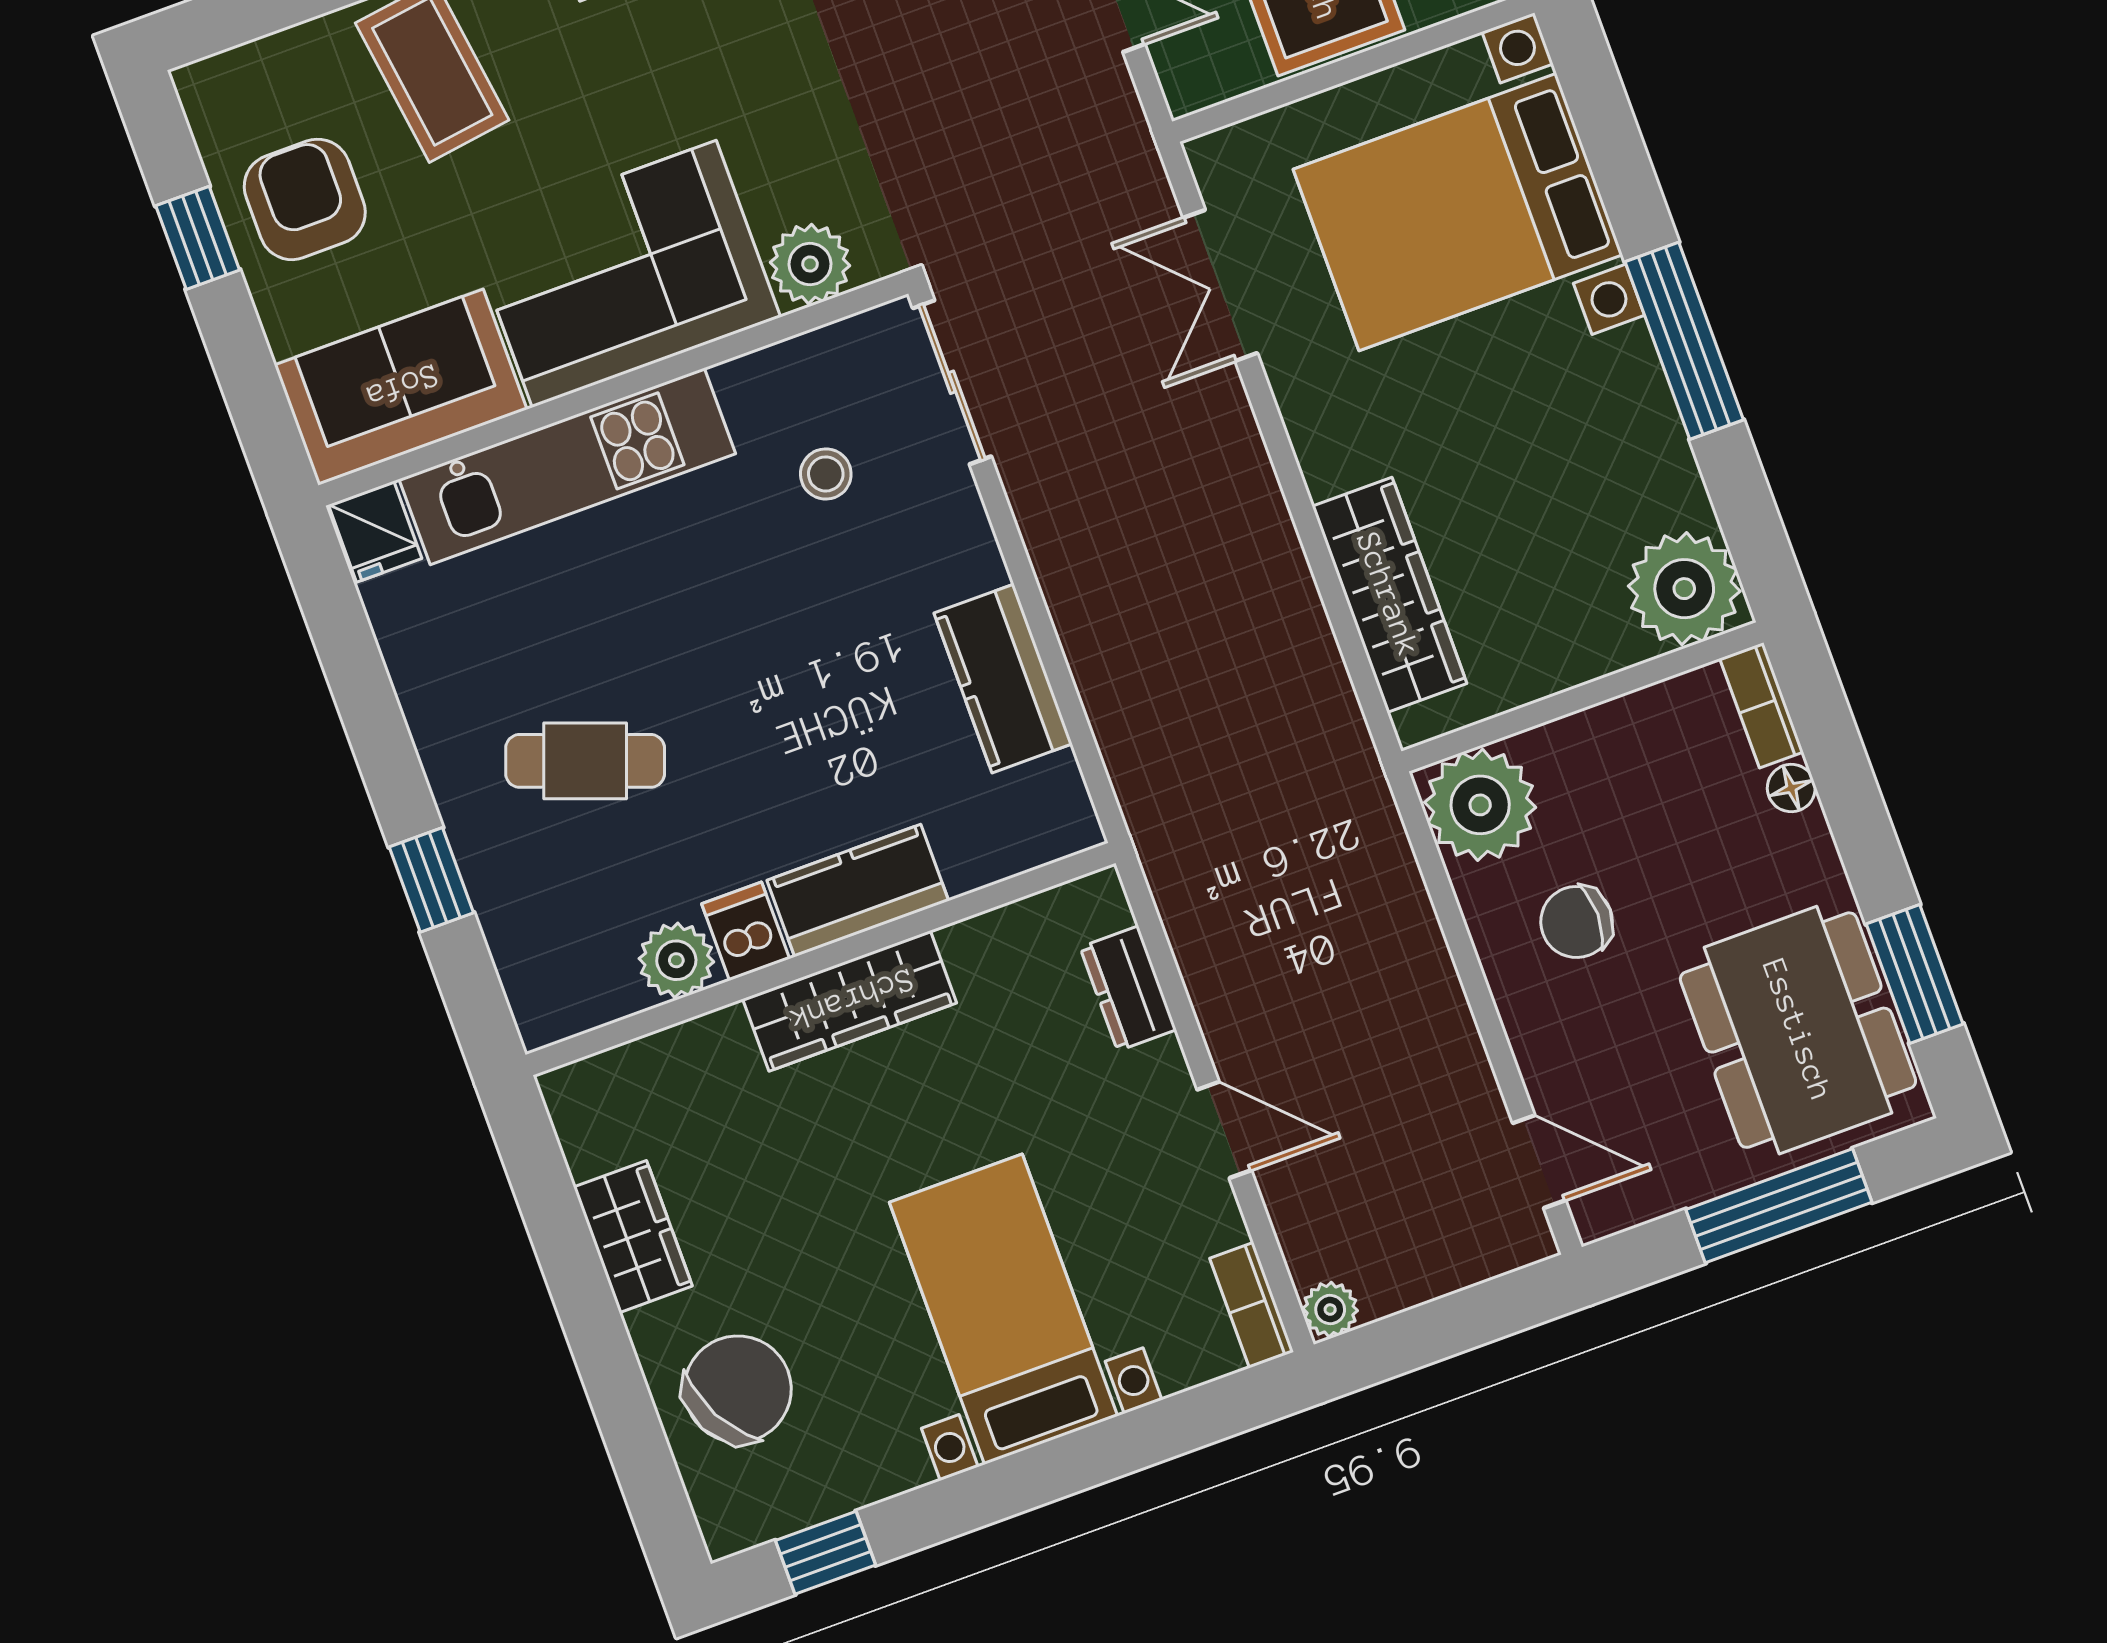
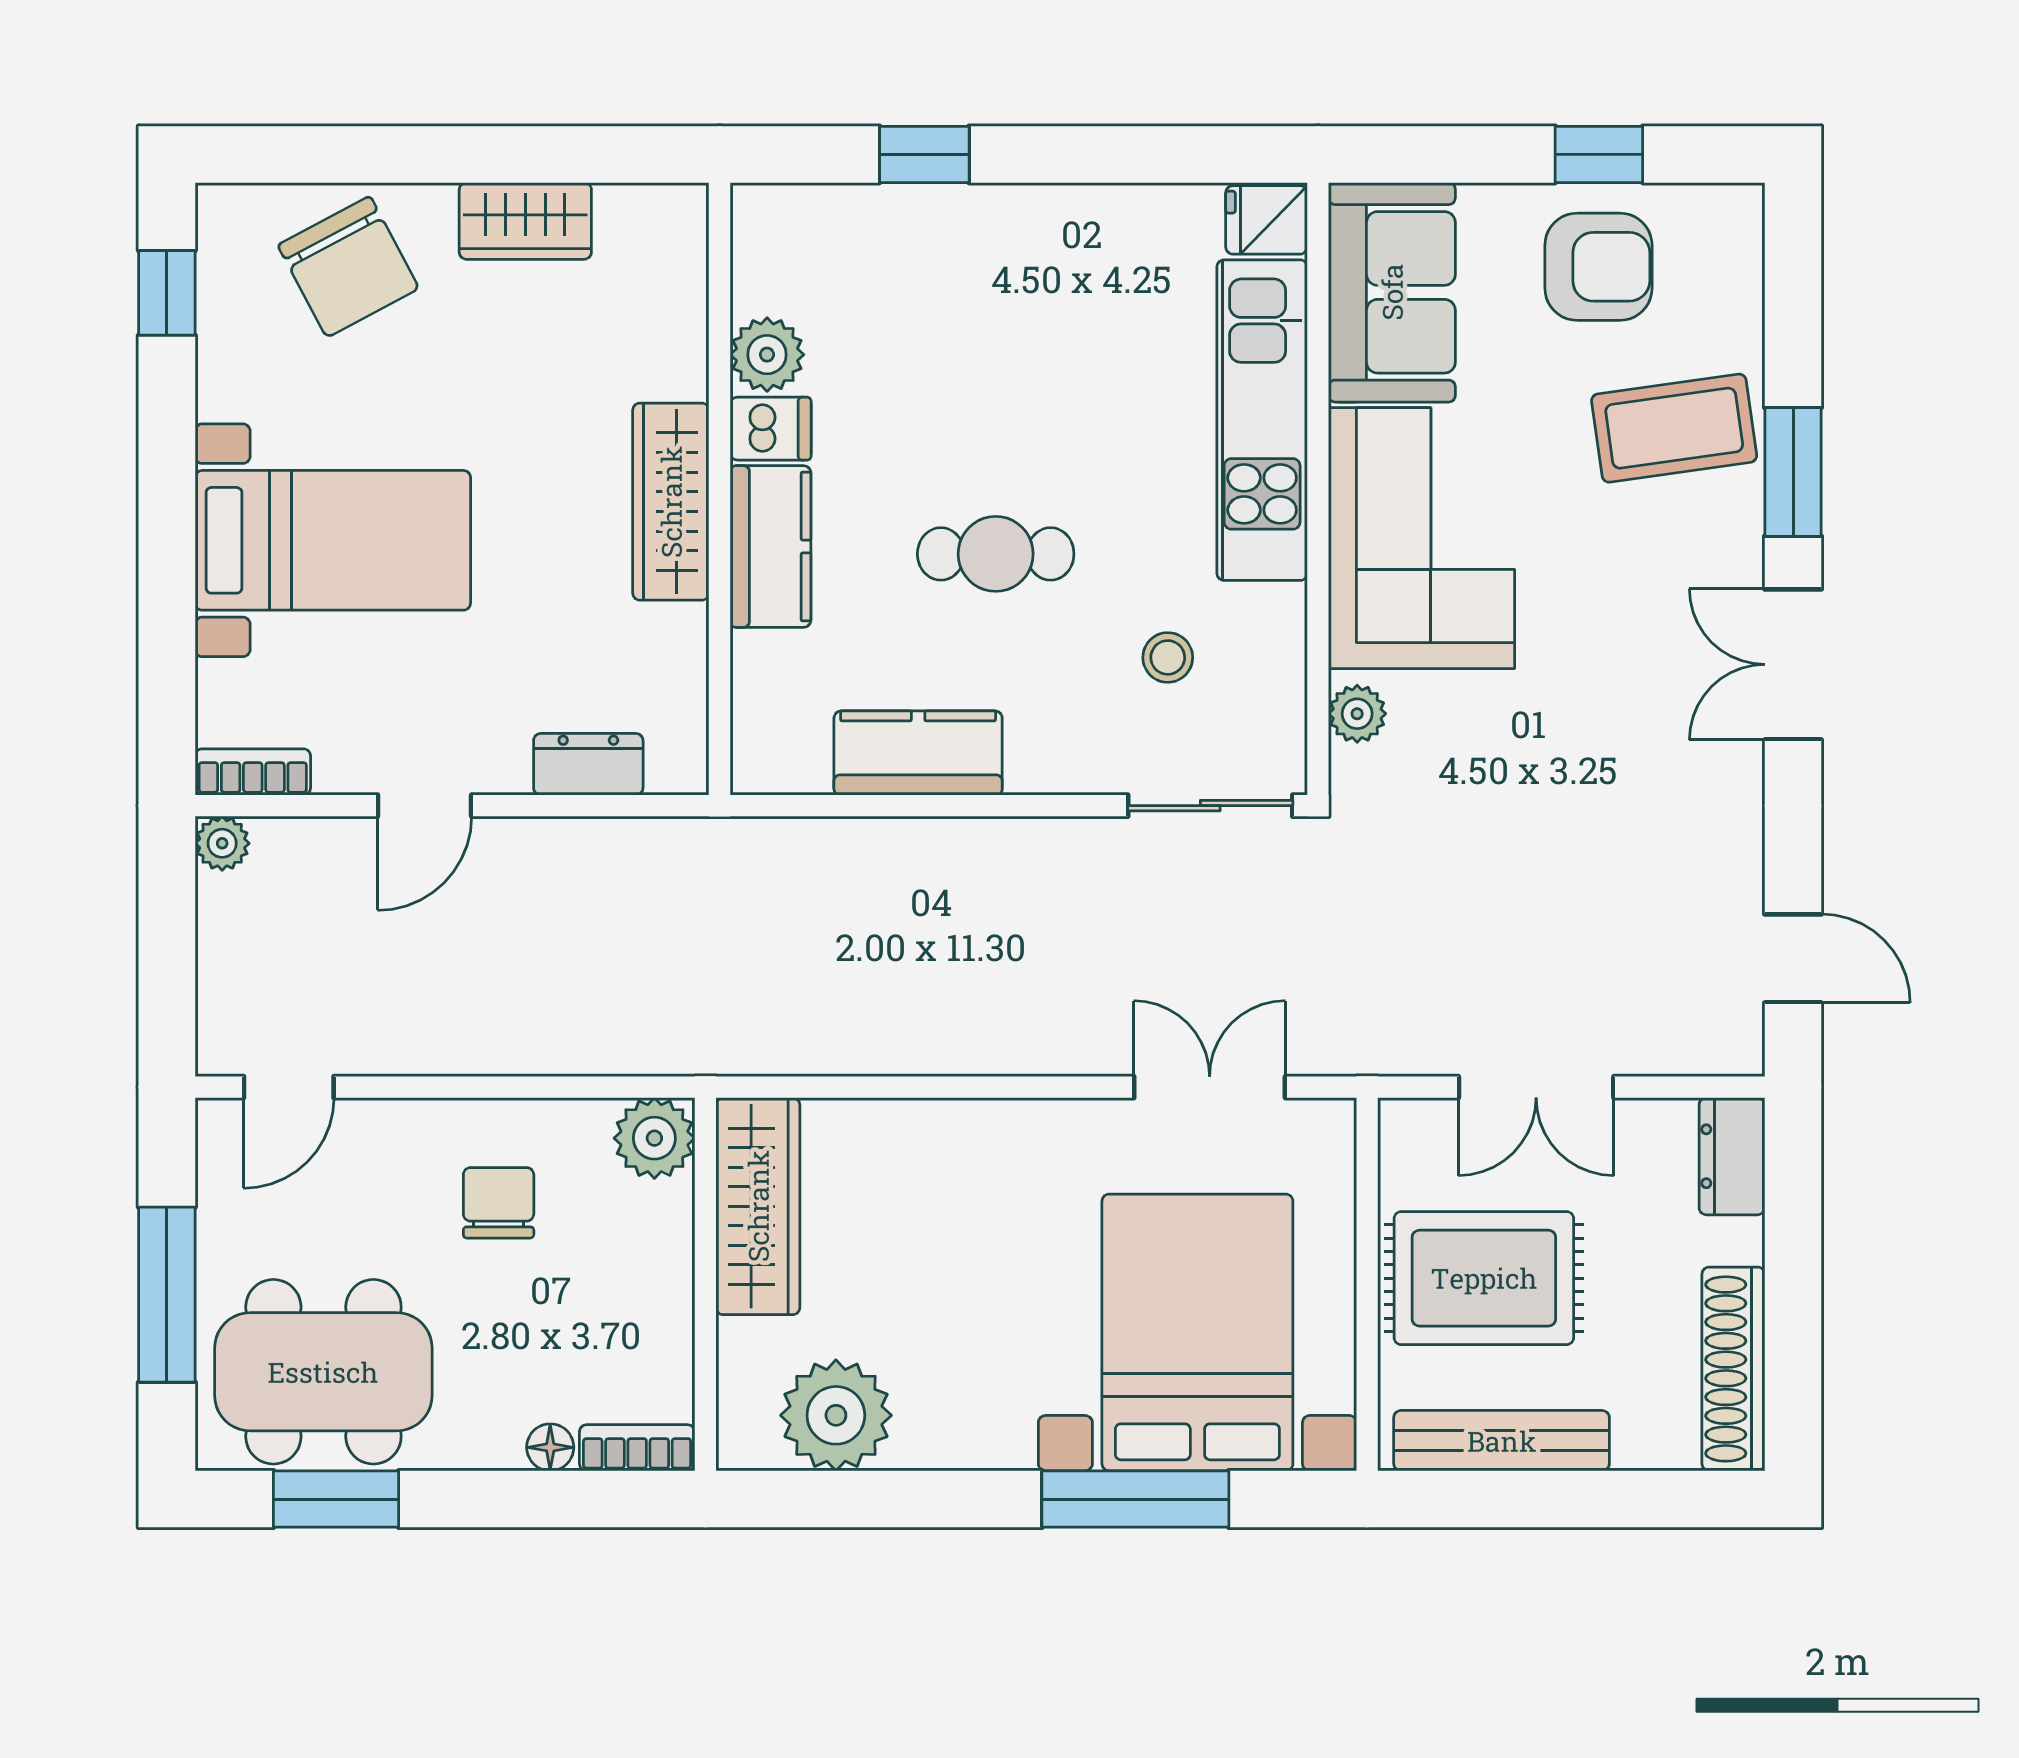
plant: (810, 264) -> (1357, 714), width x0.73, depth x0.73
window: (1684, 341) -> (1135, 1499), moved
plant: (1684, 589) -> (836, 1415), moved
wardrobe: (1389, 595) -> (758, 1206), moved, turned -90
cafe table: (585, 761) -> (996, 554), moved, turned 70
plant: (1480, 805) -> (654, 1138), width x0.73, depth x0.73

